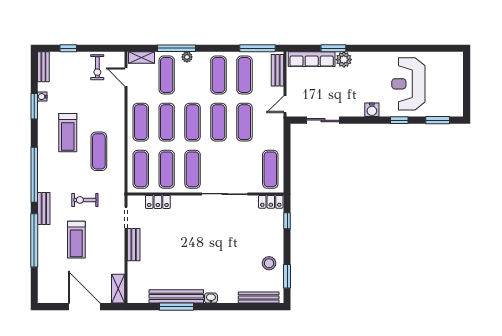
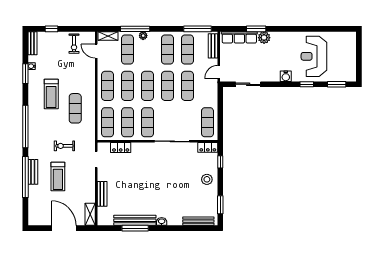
bench: (44, 208) -> (33, 172), moved
bench: (134, 245) -> (102, 194), moved
stool: (269, 263) -> (207, 179), moved

